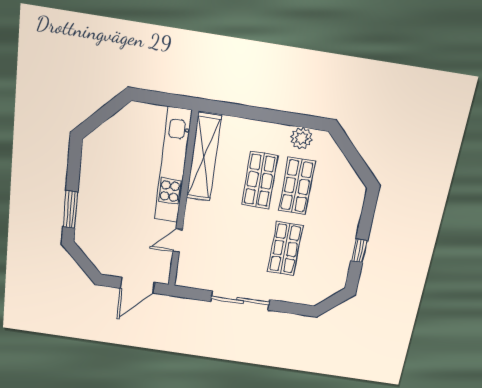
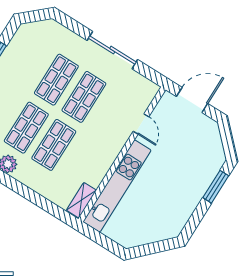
shelving: (204, 157) -> (81, 200), width x0.45, depth x0.75
door: (178, 241) -> (141, 124), hinge flipped
shop shelf: (249, 243) -> (84, 97), added

